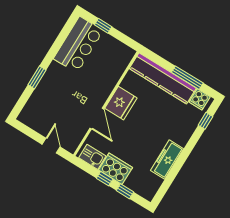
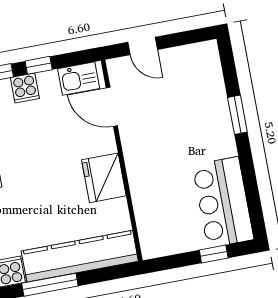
door: (97, 119) -> (112, 107), moved
cooker: (116, 169) -> (25, 88), width x0.53, depth x0.76

